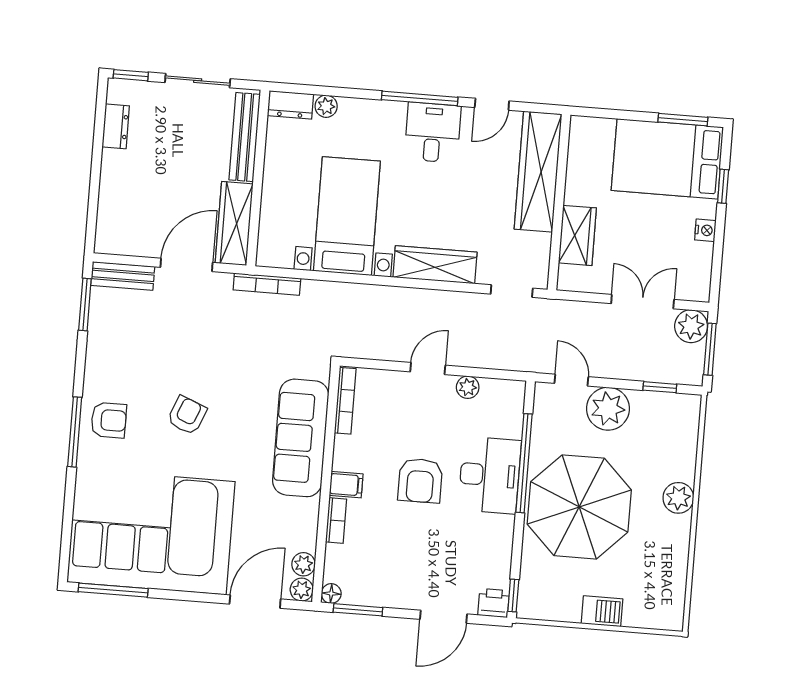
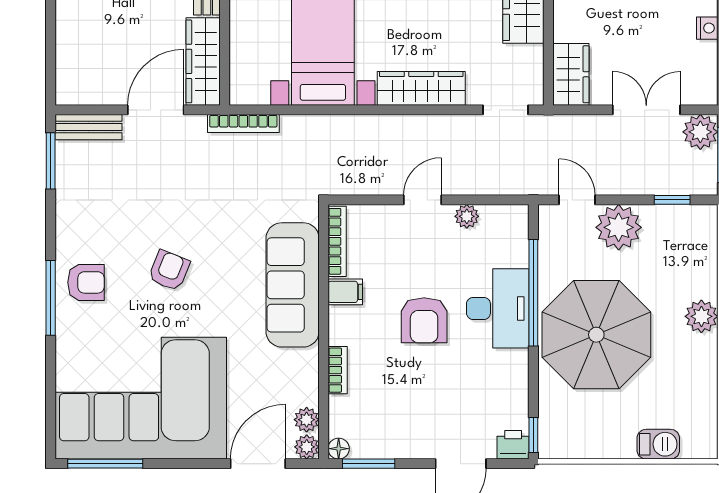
wardrobe: (577, 235) -> (571, 74), moved
filing cabinet: (346, 485) -> (345, 292), moved
barbecue: (602, 611) -> (658, 444), moved

